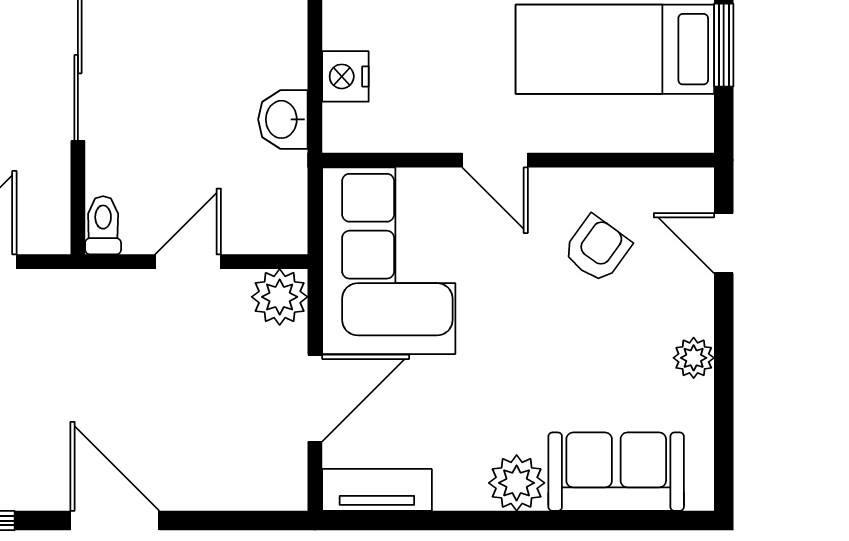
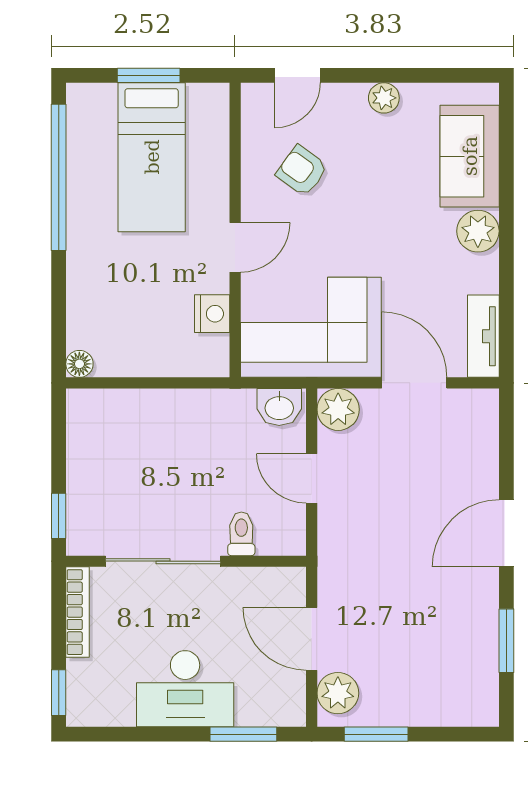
nightstand: (345, 76) -> (212, 314), moved, turned -90
washbasin: (283, 119) -> (279, 407), moved
toilet: (103, 225) -> (241, 534), moved, turned 90

